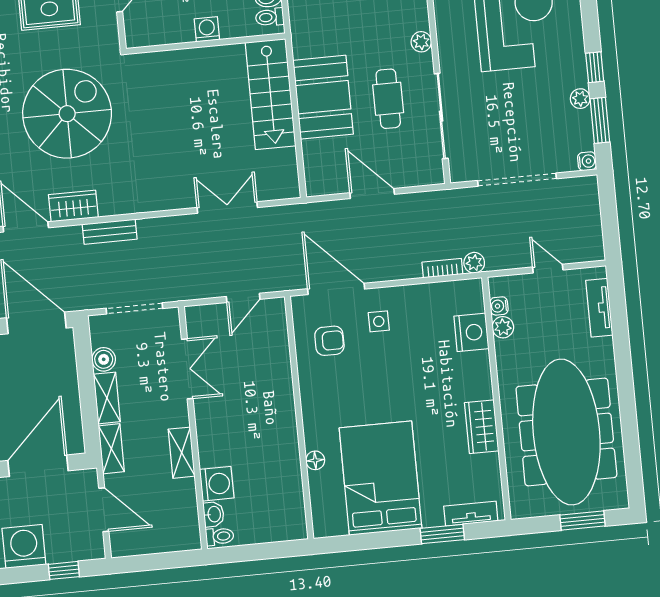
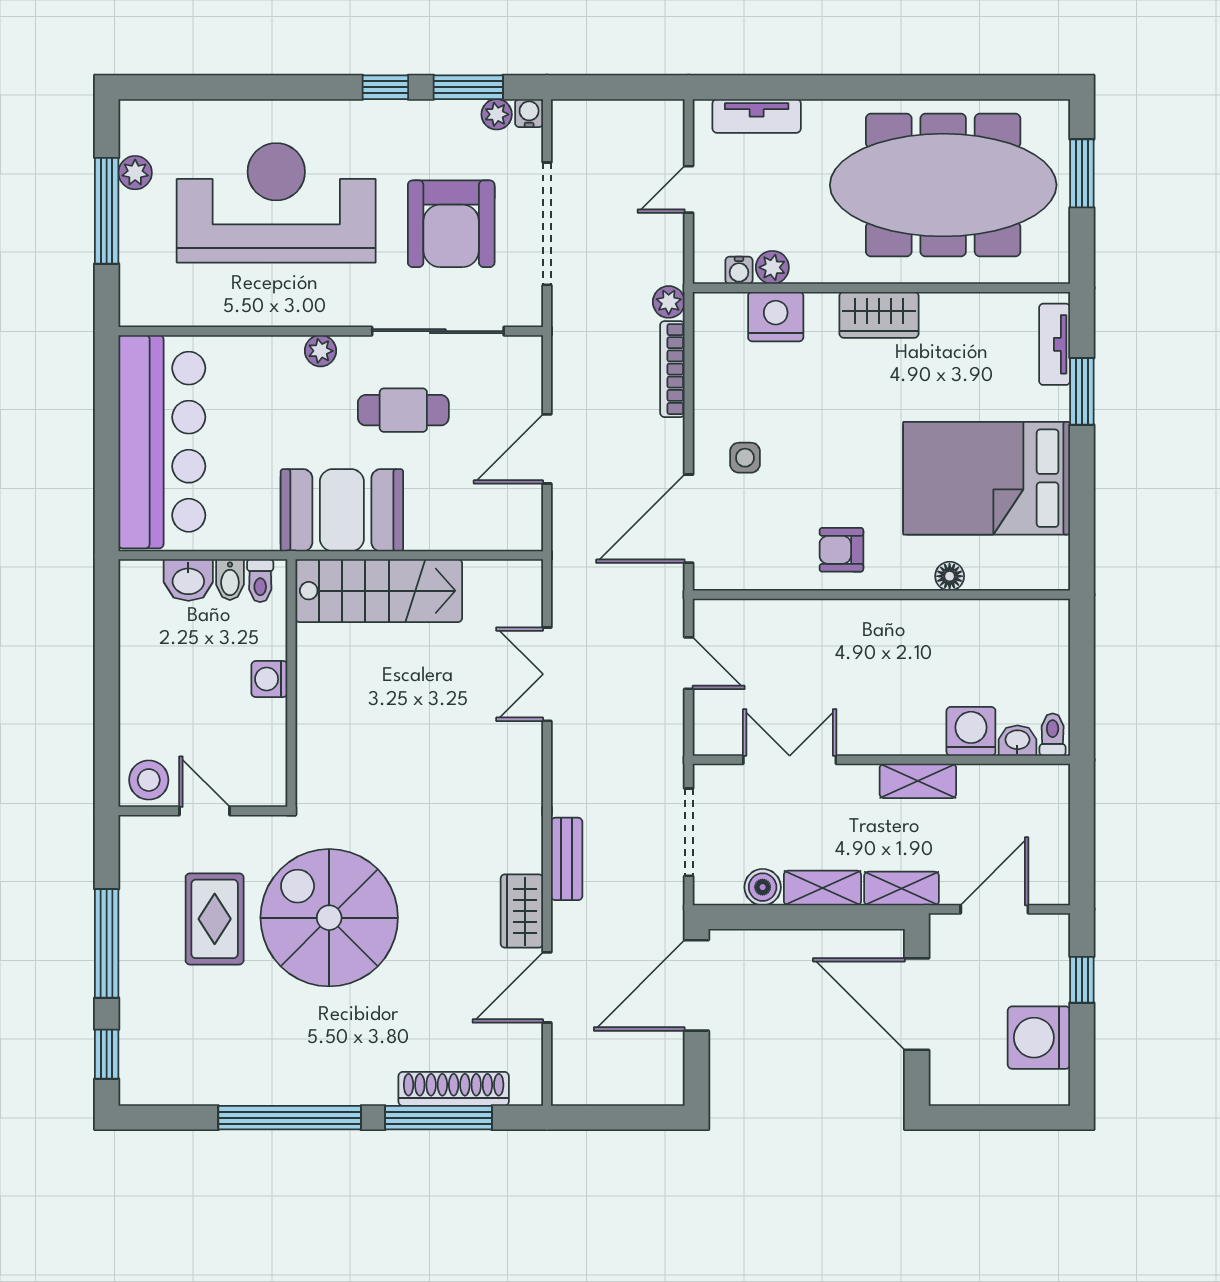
booth: (323, 97) -> (342, 510), moved
plant: (580, 99) -> (497, 114), moved
spiral stairs: (67, 114) -> (329, 918), moved
armchair: (511, 118) -> (451, 224), added
bookcase: (442, 268) -> (672, 369), width x1.56
armchair: (329, 341) -> (841, 550), moved, turned -90
wardrobe: (482, 427) -> (879, 315), moved

